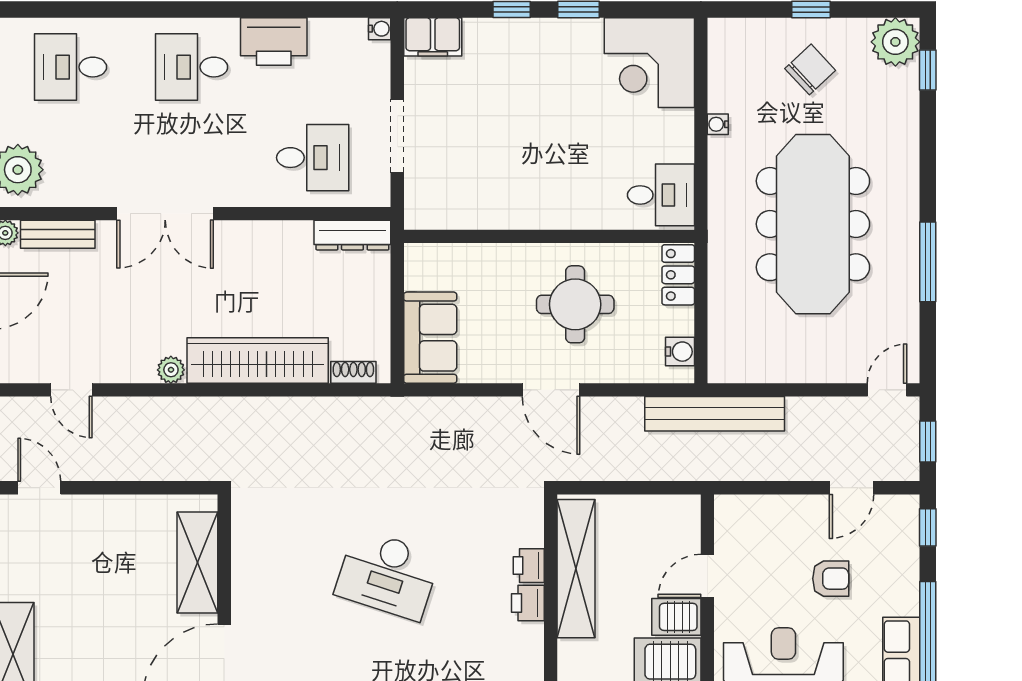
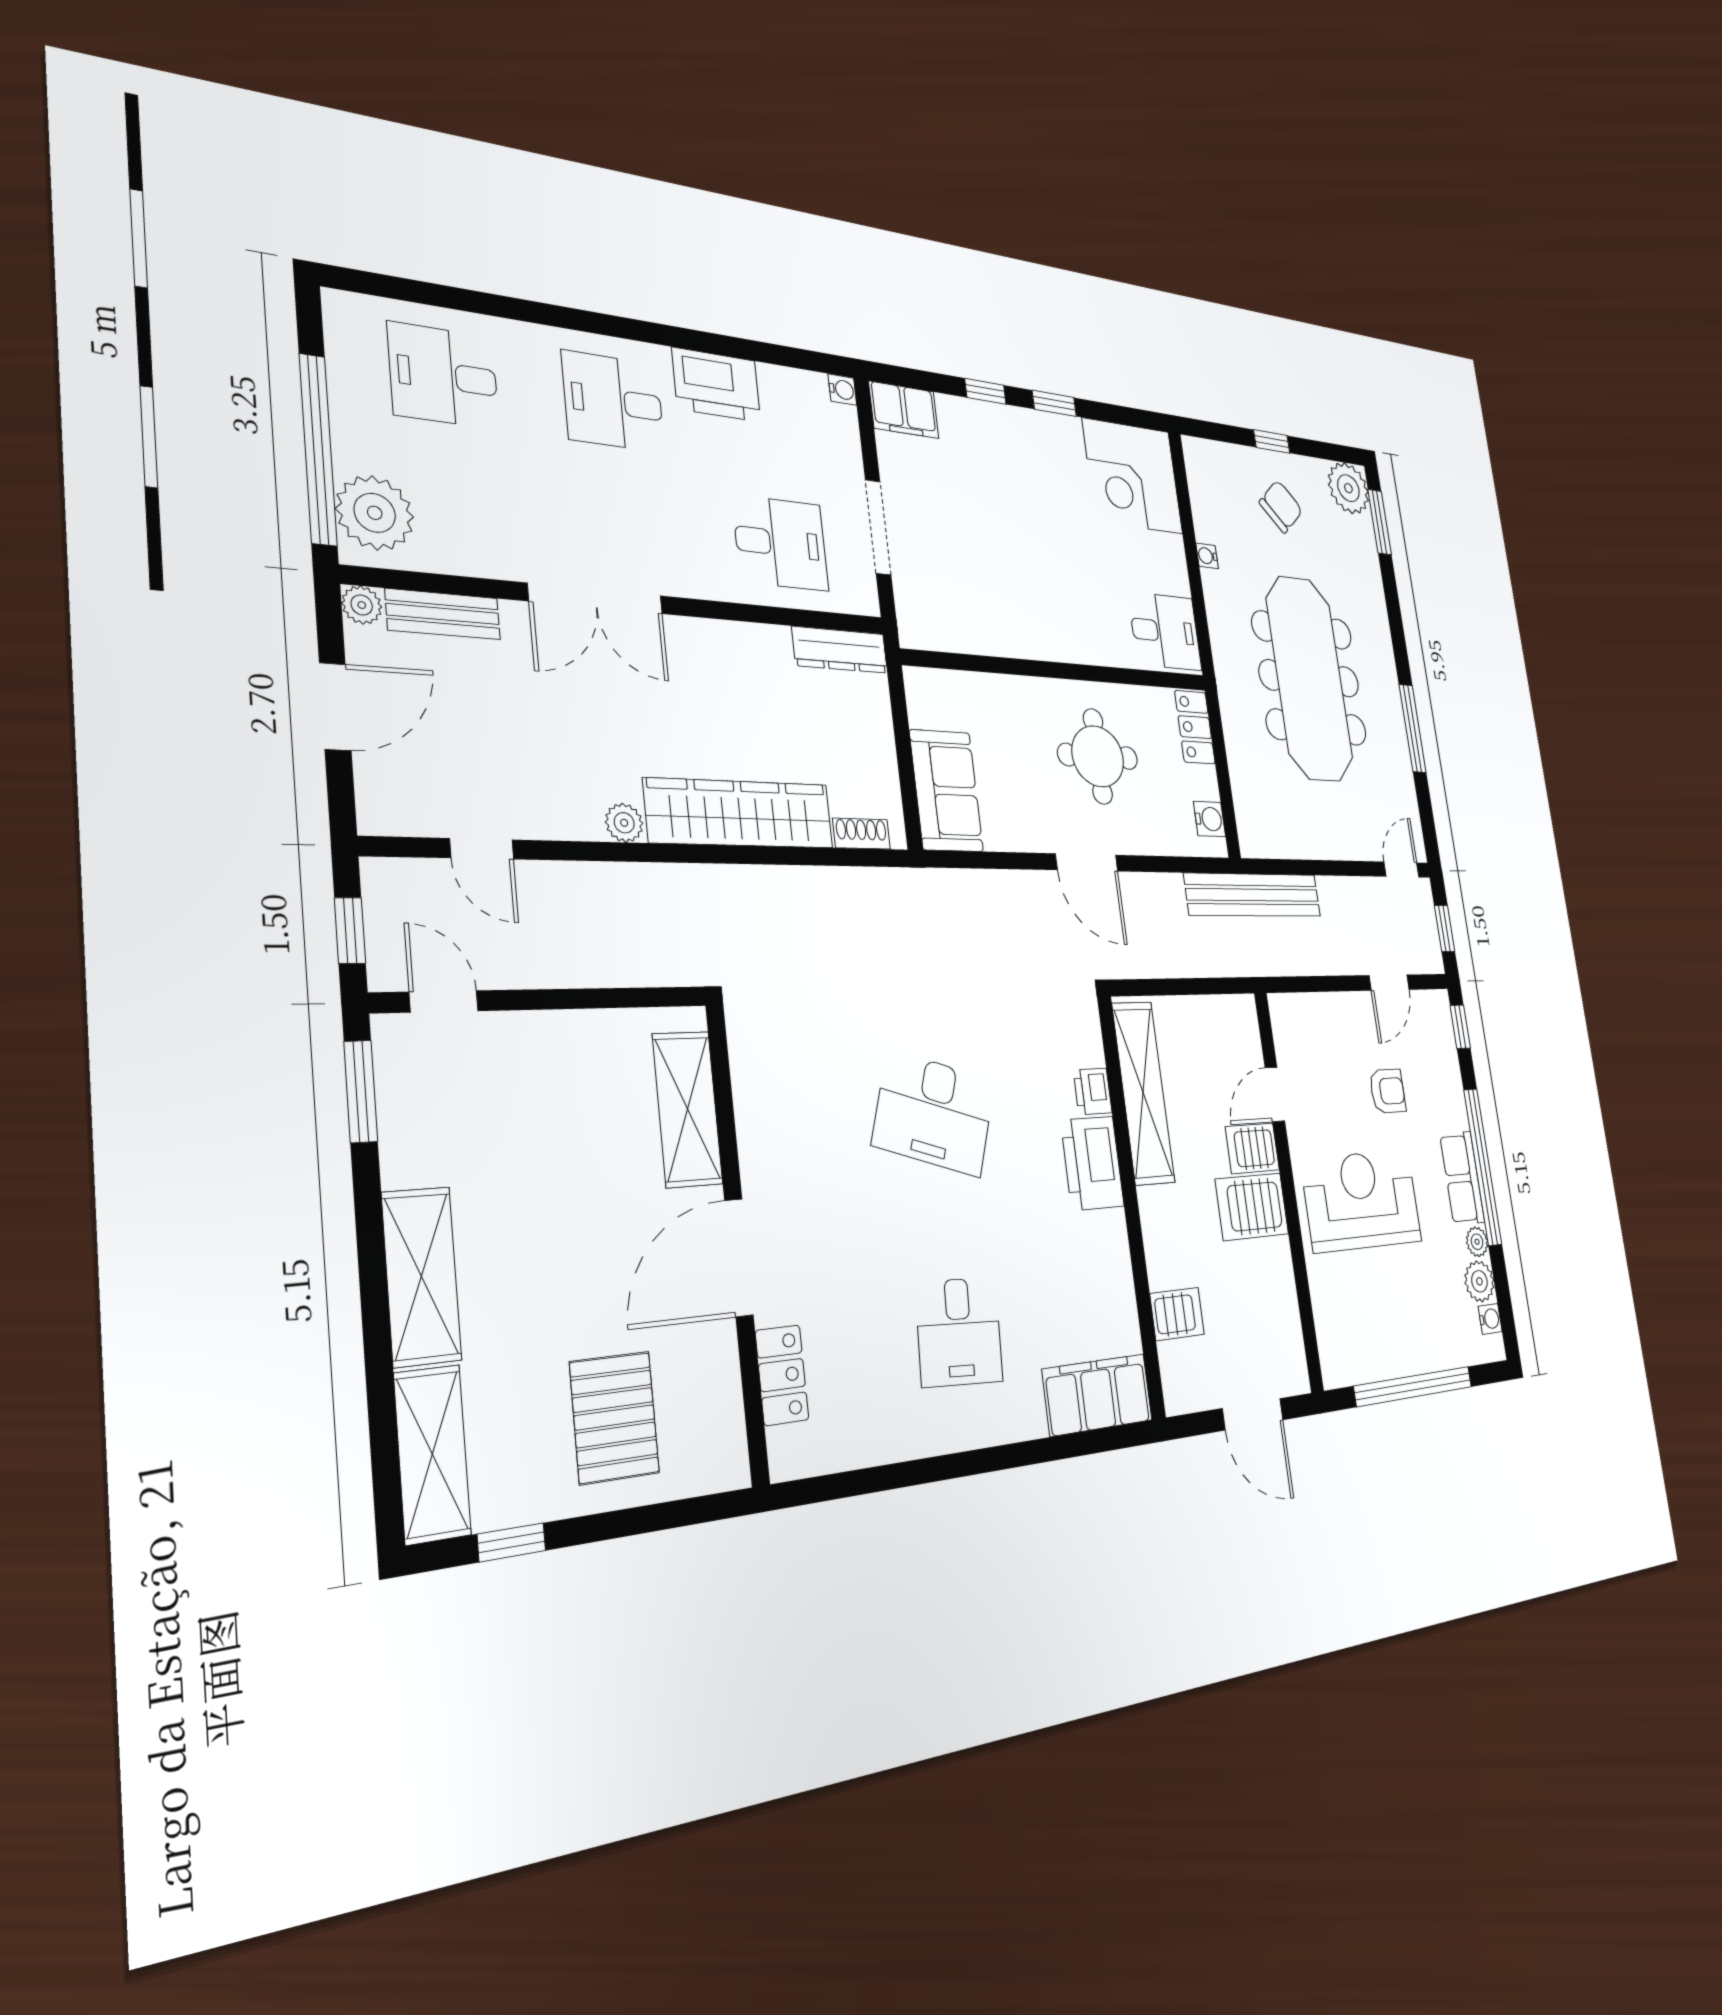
window: (928, 70) -> (1380, 522), width x1.50
printer: (528, 603) -> (1092, 1163), width x1.87, depth x1.48

